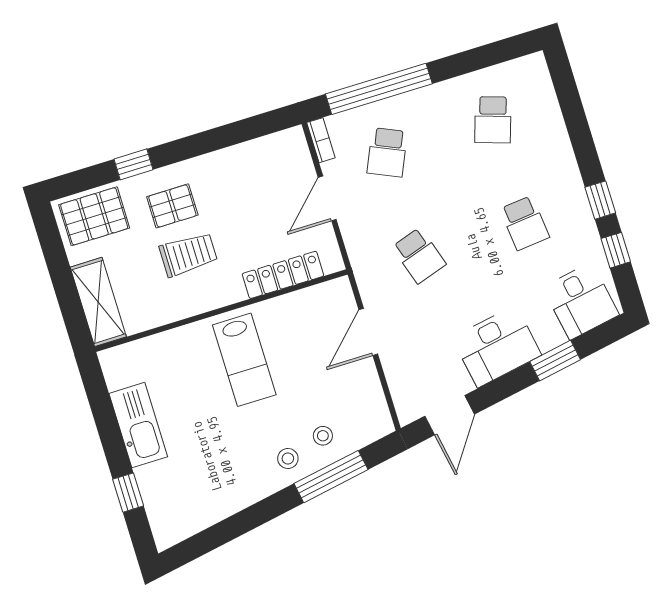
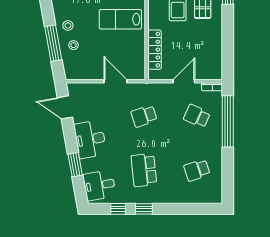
school desk: (493, 120) -> (197, 170), turned -36
door: (327, 198) -> (184, 81), hinge flipped
school desk: (525, 223) -> (144, 170), width x1.85

